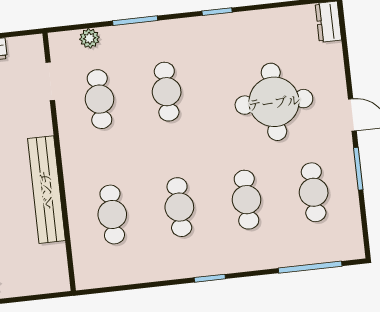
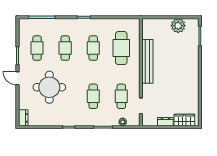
cafe table: (112, 214) -> (121, 48), width x1.37, depth x1.35

